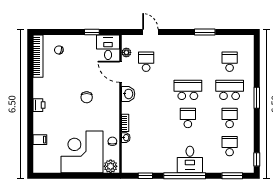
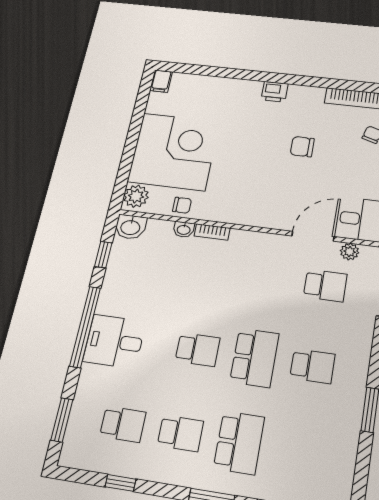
school desk: (230, 62) -> (312, 366), moved
washbasin: (128, 94) -> (130, 227), moved
chair: (87, 97) -> (302, 147), moved
filing cabinet: (40, 140) -> (161, 81), moved
window: (257, 159) -> (120, 483), moved

